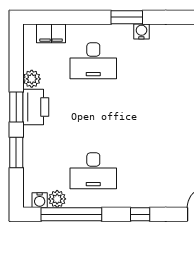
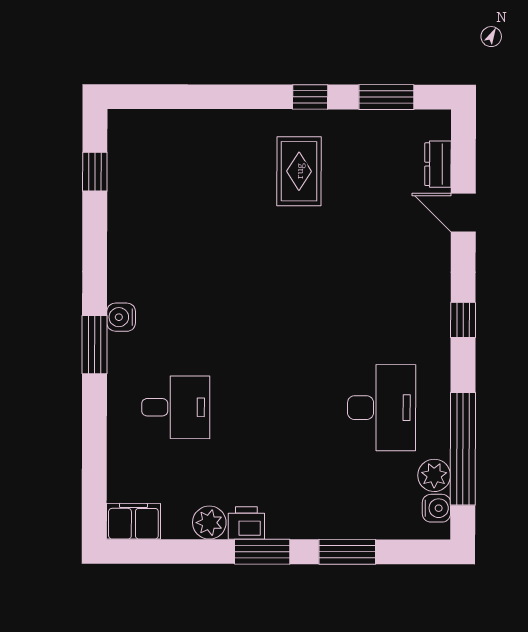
filing cabinet: (51, 33) -> (133, 521), moved, turned -90
desk: (93, 61) -> (176, 407), width x0.73
printer: (36, 107) -> (246, 523), width x0.53, depth x0.68

